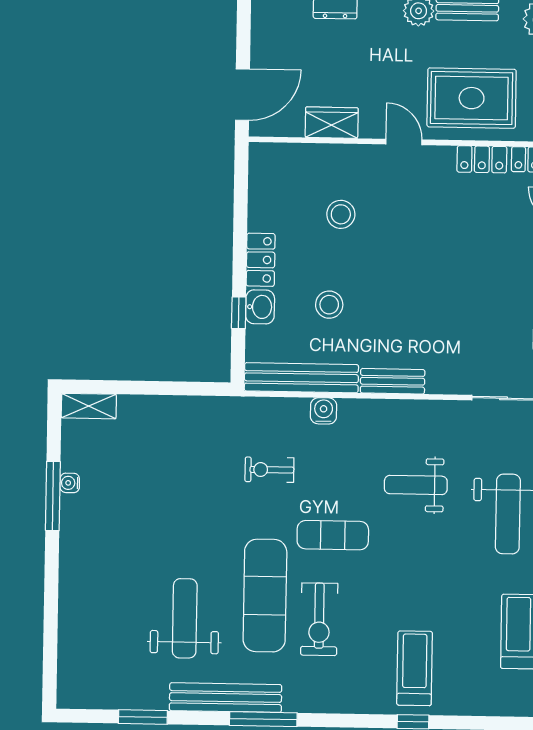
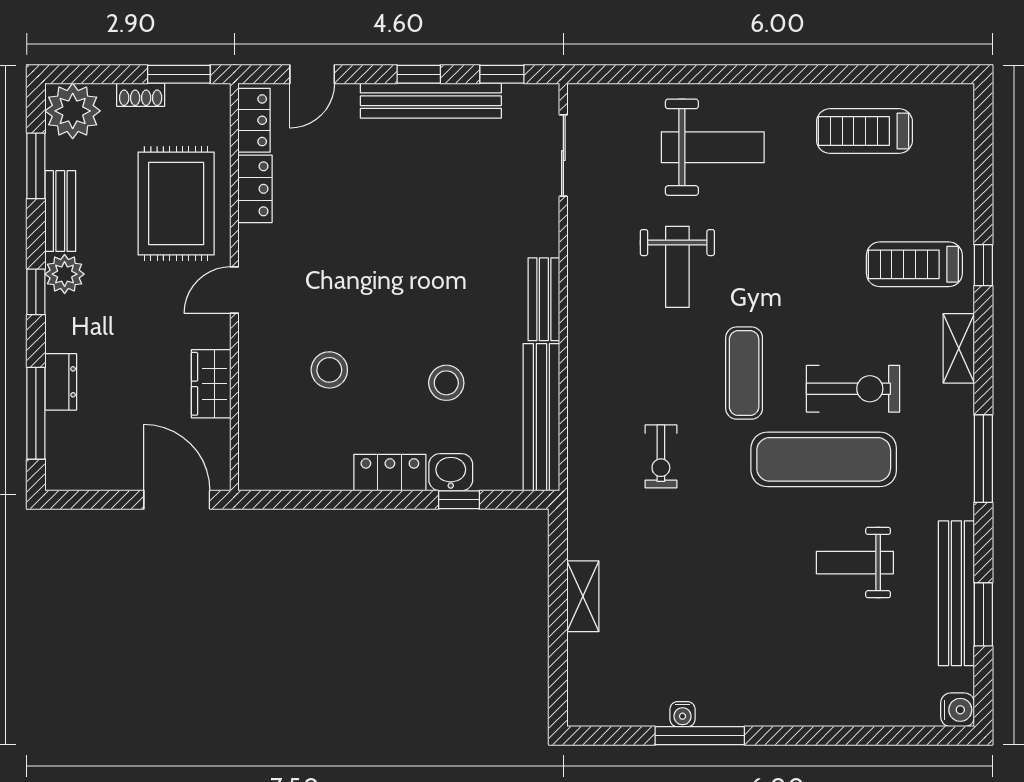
shelving: (89, 406) -> (583, 596), moved
water cooler: (324, 411) -> (958, 710), moved, turned 180
weight bench: (185, 618) -> (855, 563), width x0.73, depth x0.75
bench: (226, 698) -> (956, 593), moved
shelving: (349, 702) -> (959, 348), added

